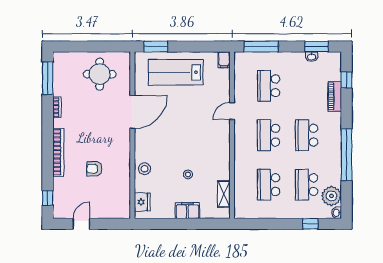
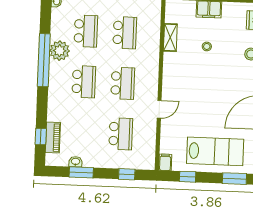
window: (202, 47) -> (188, 177), added
window: (261, 47) -> (127, 174), width x0.46
window: (316, 47) -> (81, 172), moved
piano: (335, 96) -> (53, 137), moved
shelving: (224, 194) -> (170, 37), moved
plant: (332, 196) -> (60, 51), moved

